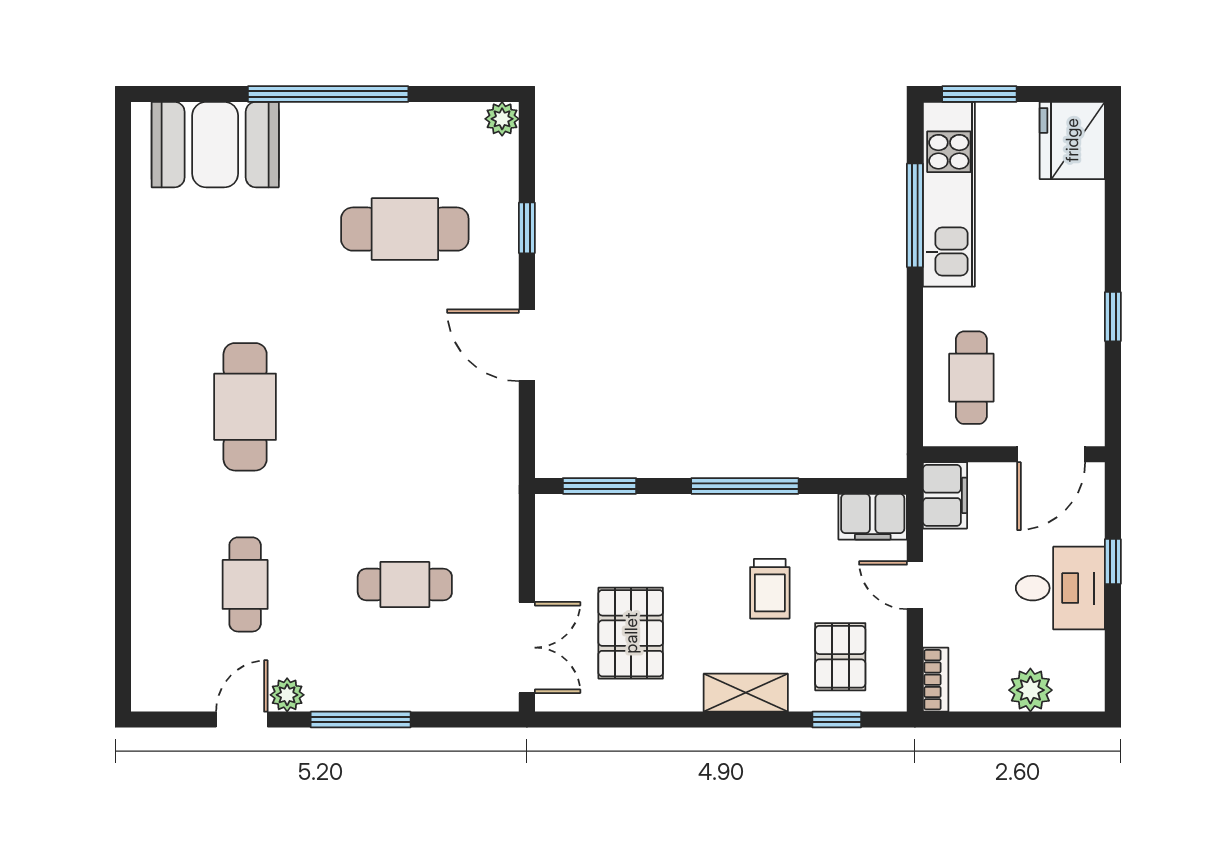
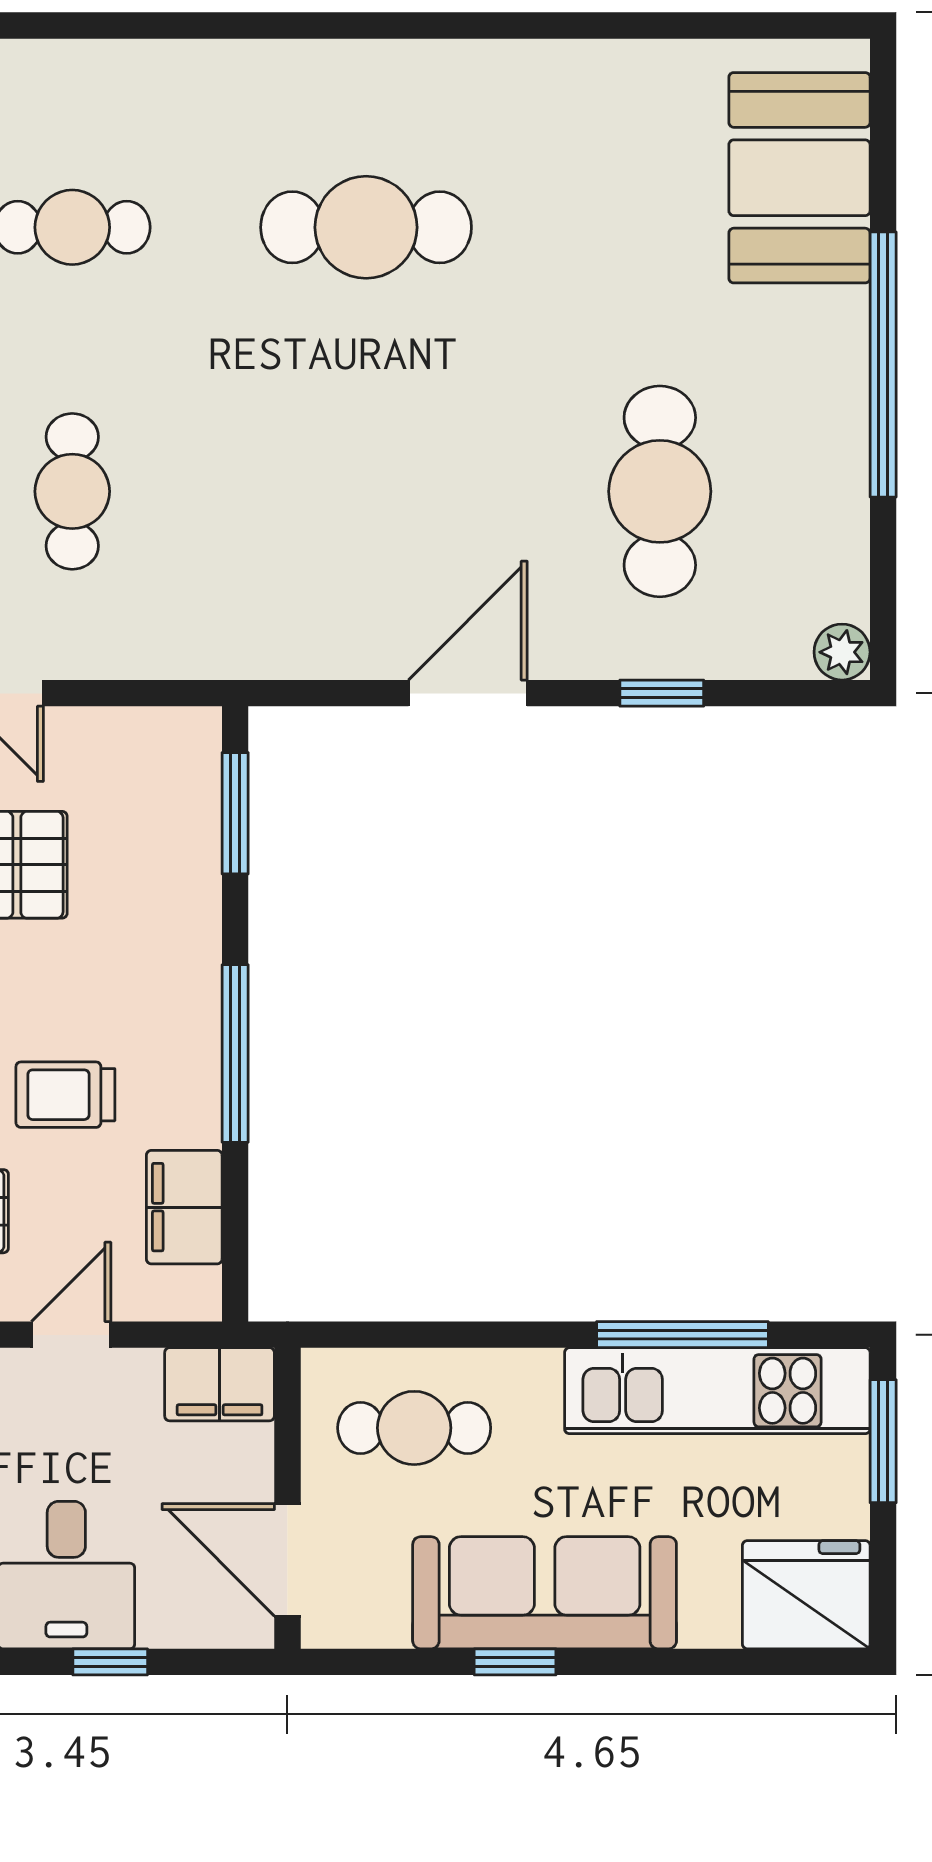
sofa: (1071, 299) -> (545, 1593), added
filing cabinet: (873, 517) -> (184, 1207), moved

